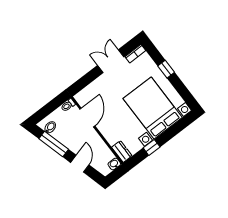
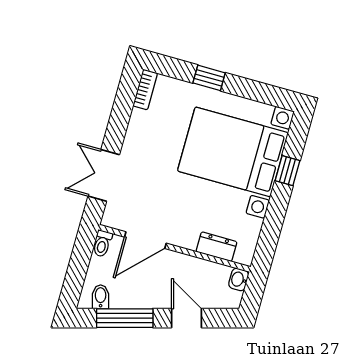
double door: (111, 61) -> (104, 175), moved
door: (87, 118) -> (145, 240), swing flipped
window: (152, 147) -> (287, 171), moved
dresser: (122, 152) -> (216, 247), moved

